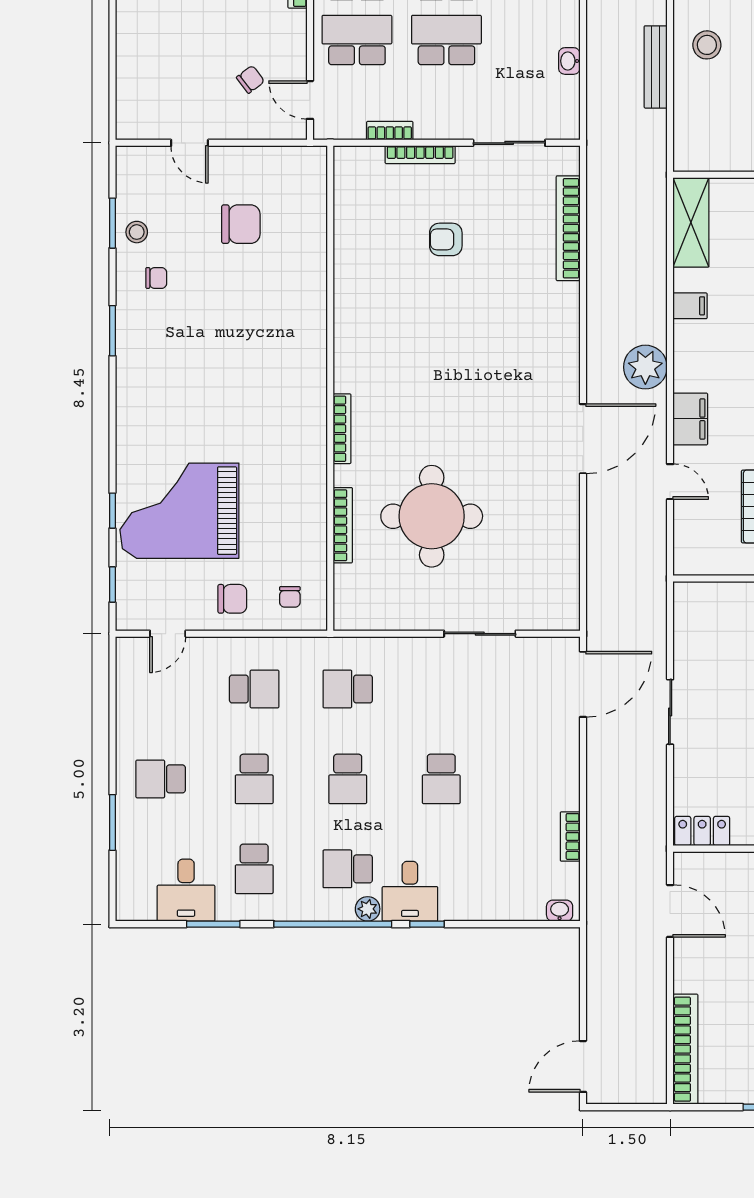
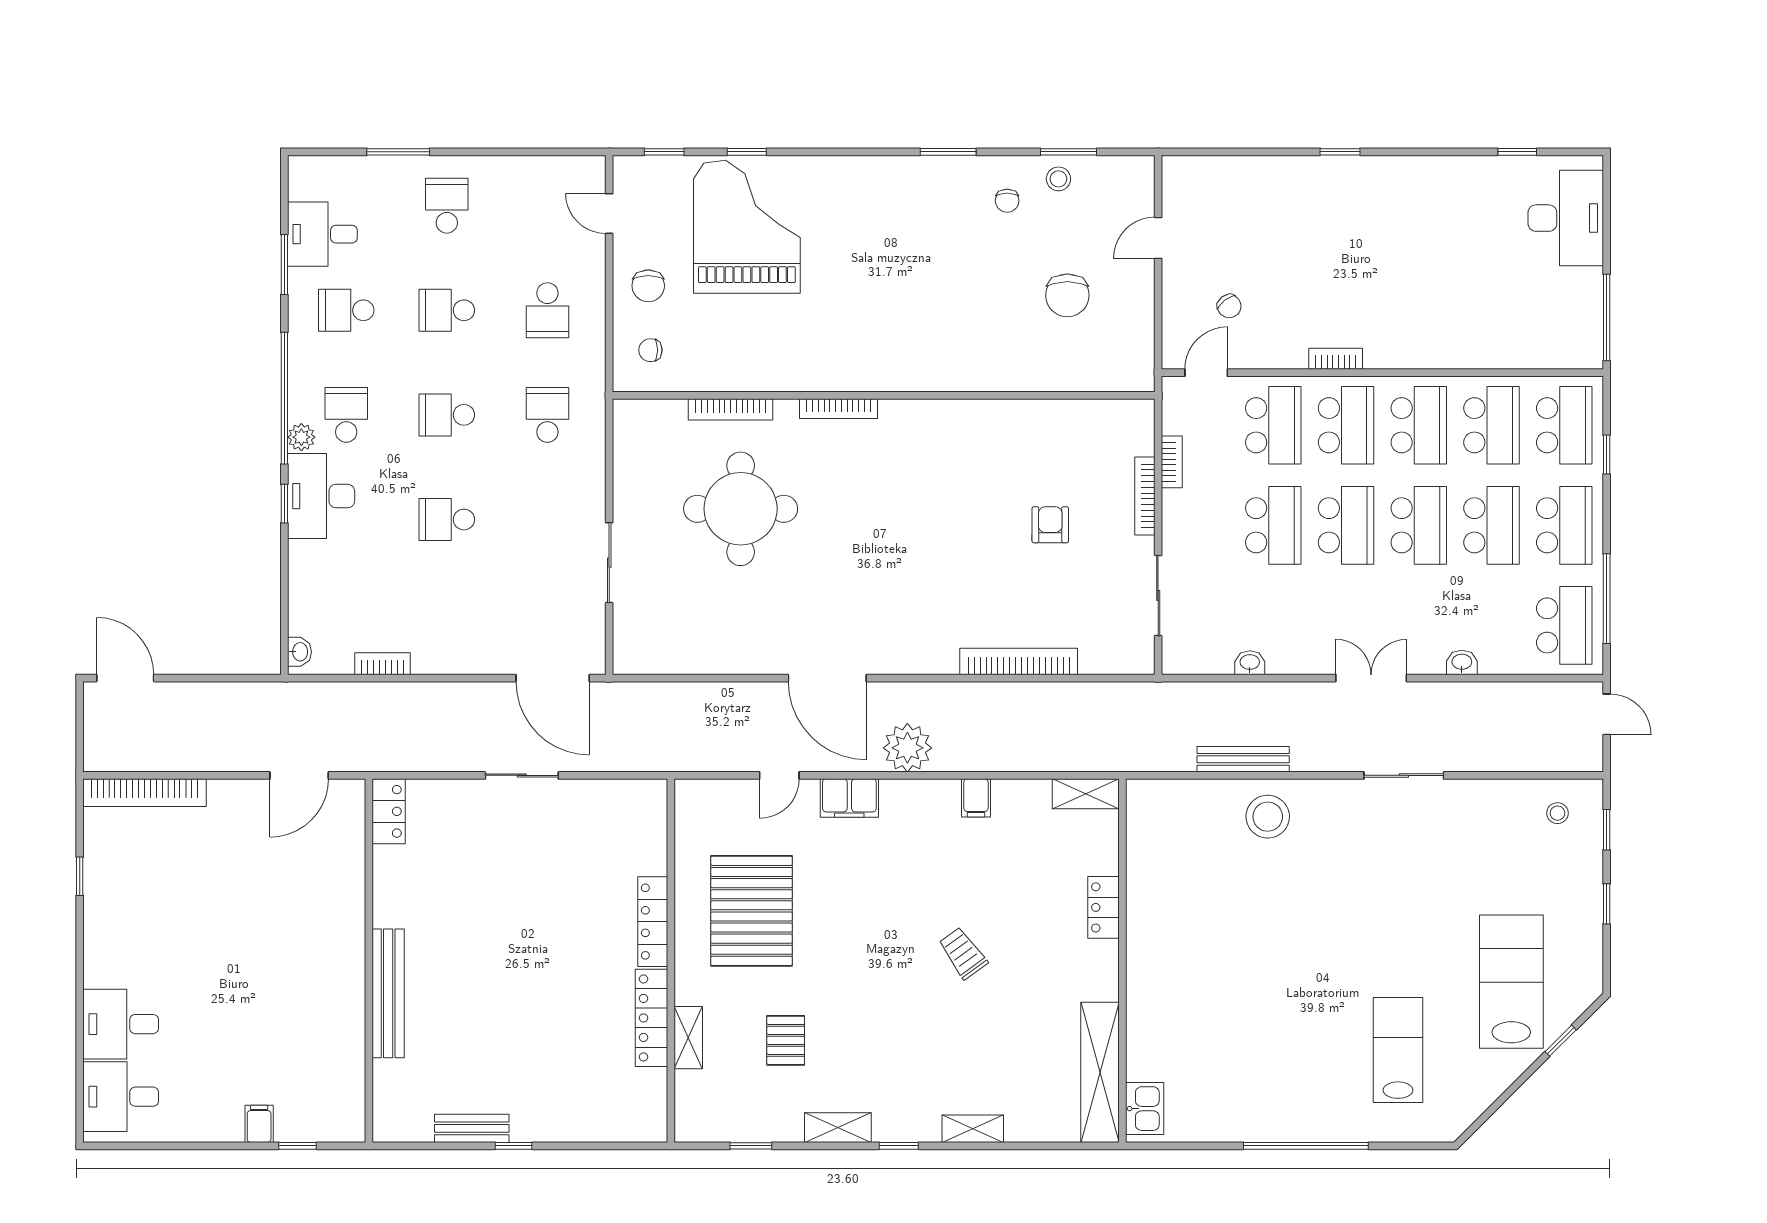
stool: (707, 45) -> (1268, 817), width x1.38, depth x1.38
shelving: (691, 222) -> (1086, 794), width x0.67, depth x0.75
bookcase: (568, 228) -> (1019, 661), moved
desk: (410, 891) -> (321, 496), width x1.37

